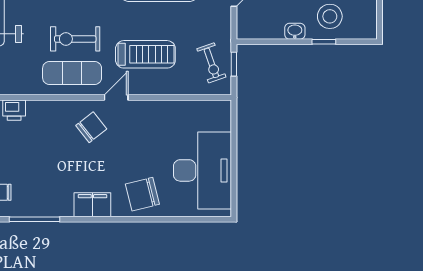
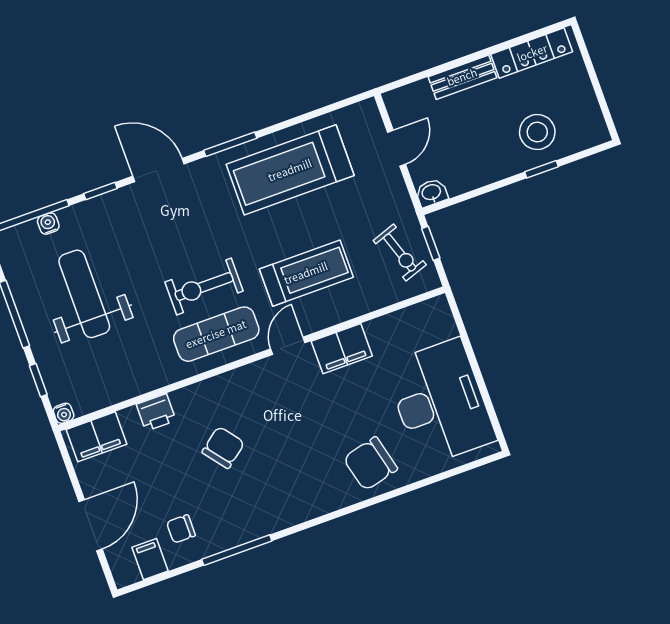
washbasin: (295, 31) -> (432, 193), moved
chair: (91, 127) -> (223, 447), moved
filing cabinet: (92, 205) -> (342, 349), moved, turned 180

